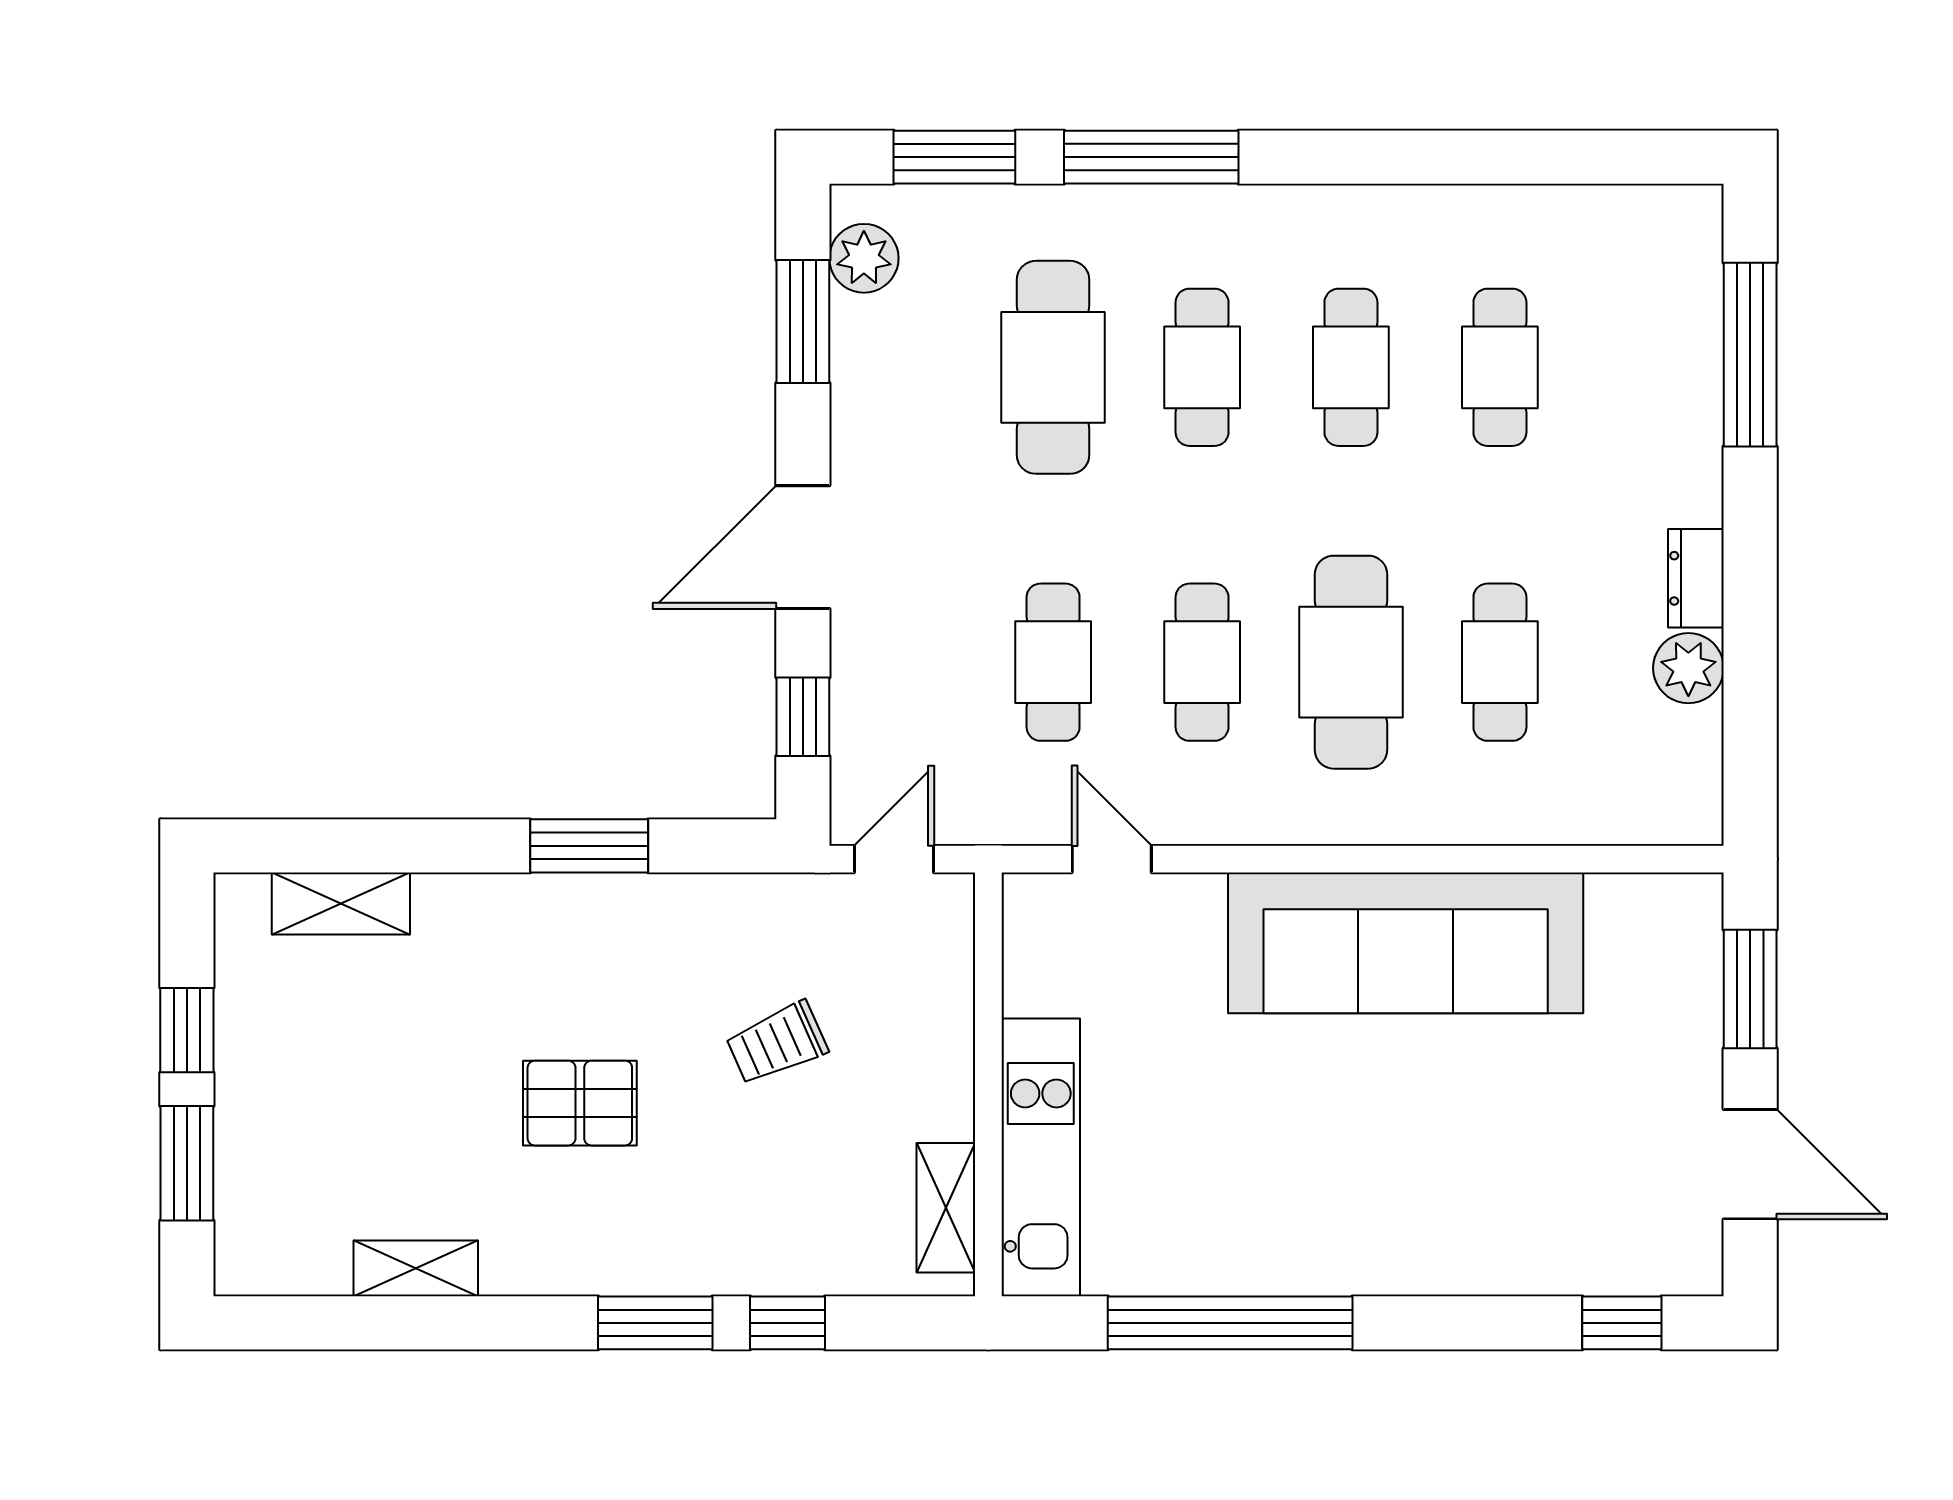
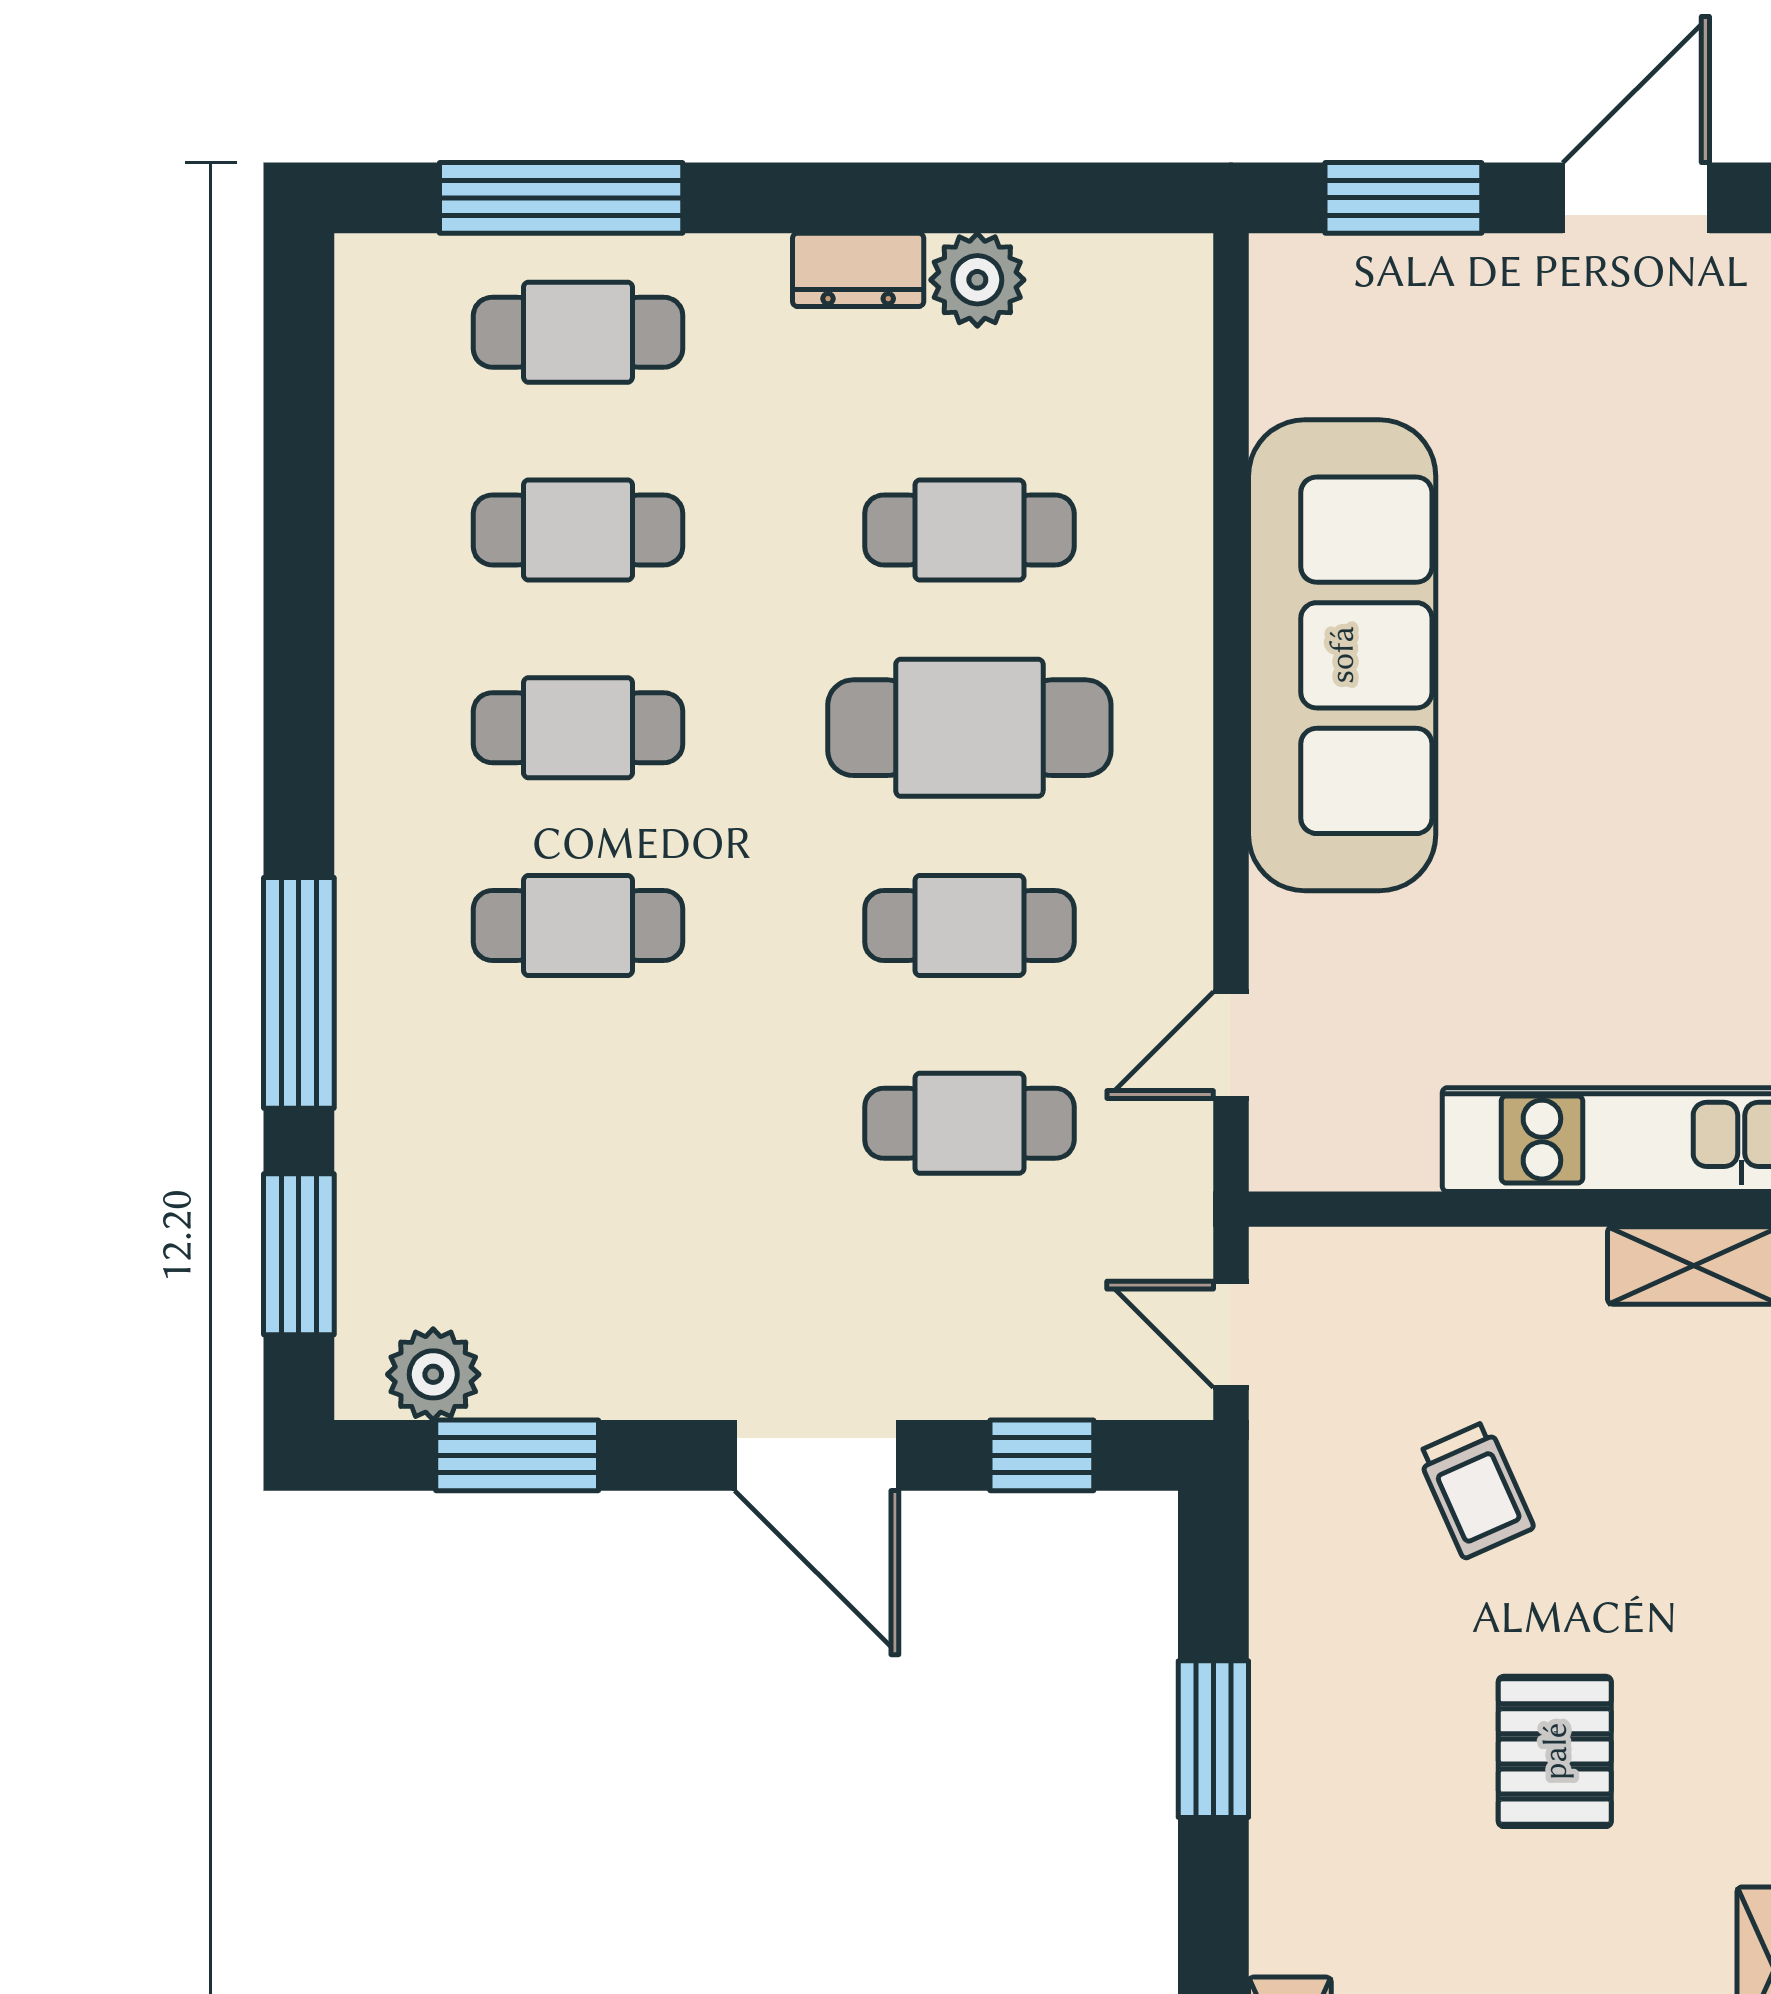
cafe table: (1053, 367) -> (578, 332), moved, width x0.73, depth x0.74

